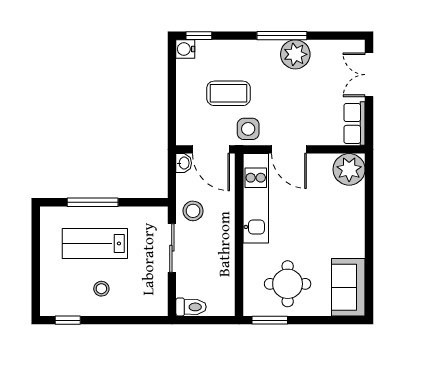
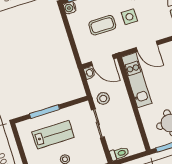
side table: (248, 129) -> (129, 17), moved
lab bench: (95, 243) -> (53, 135), turned 180

